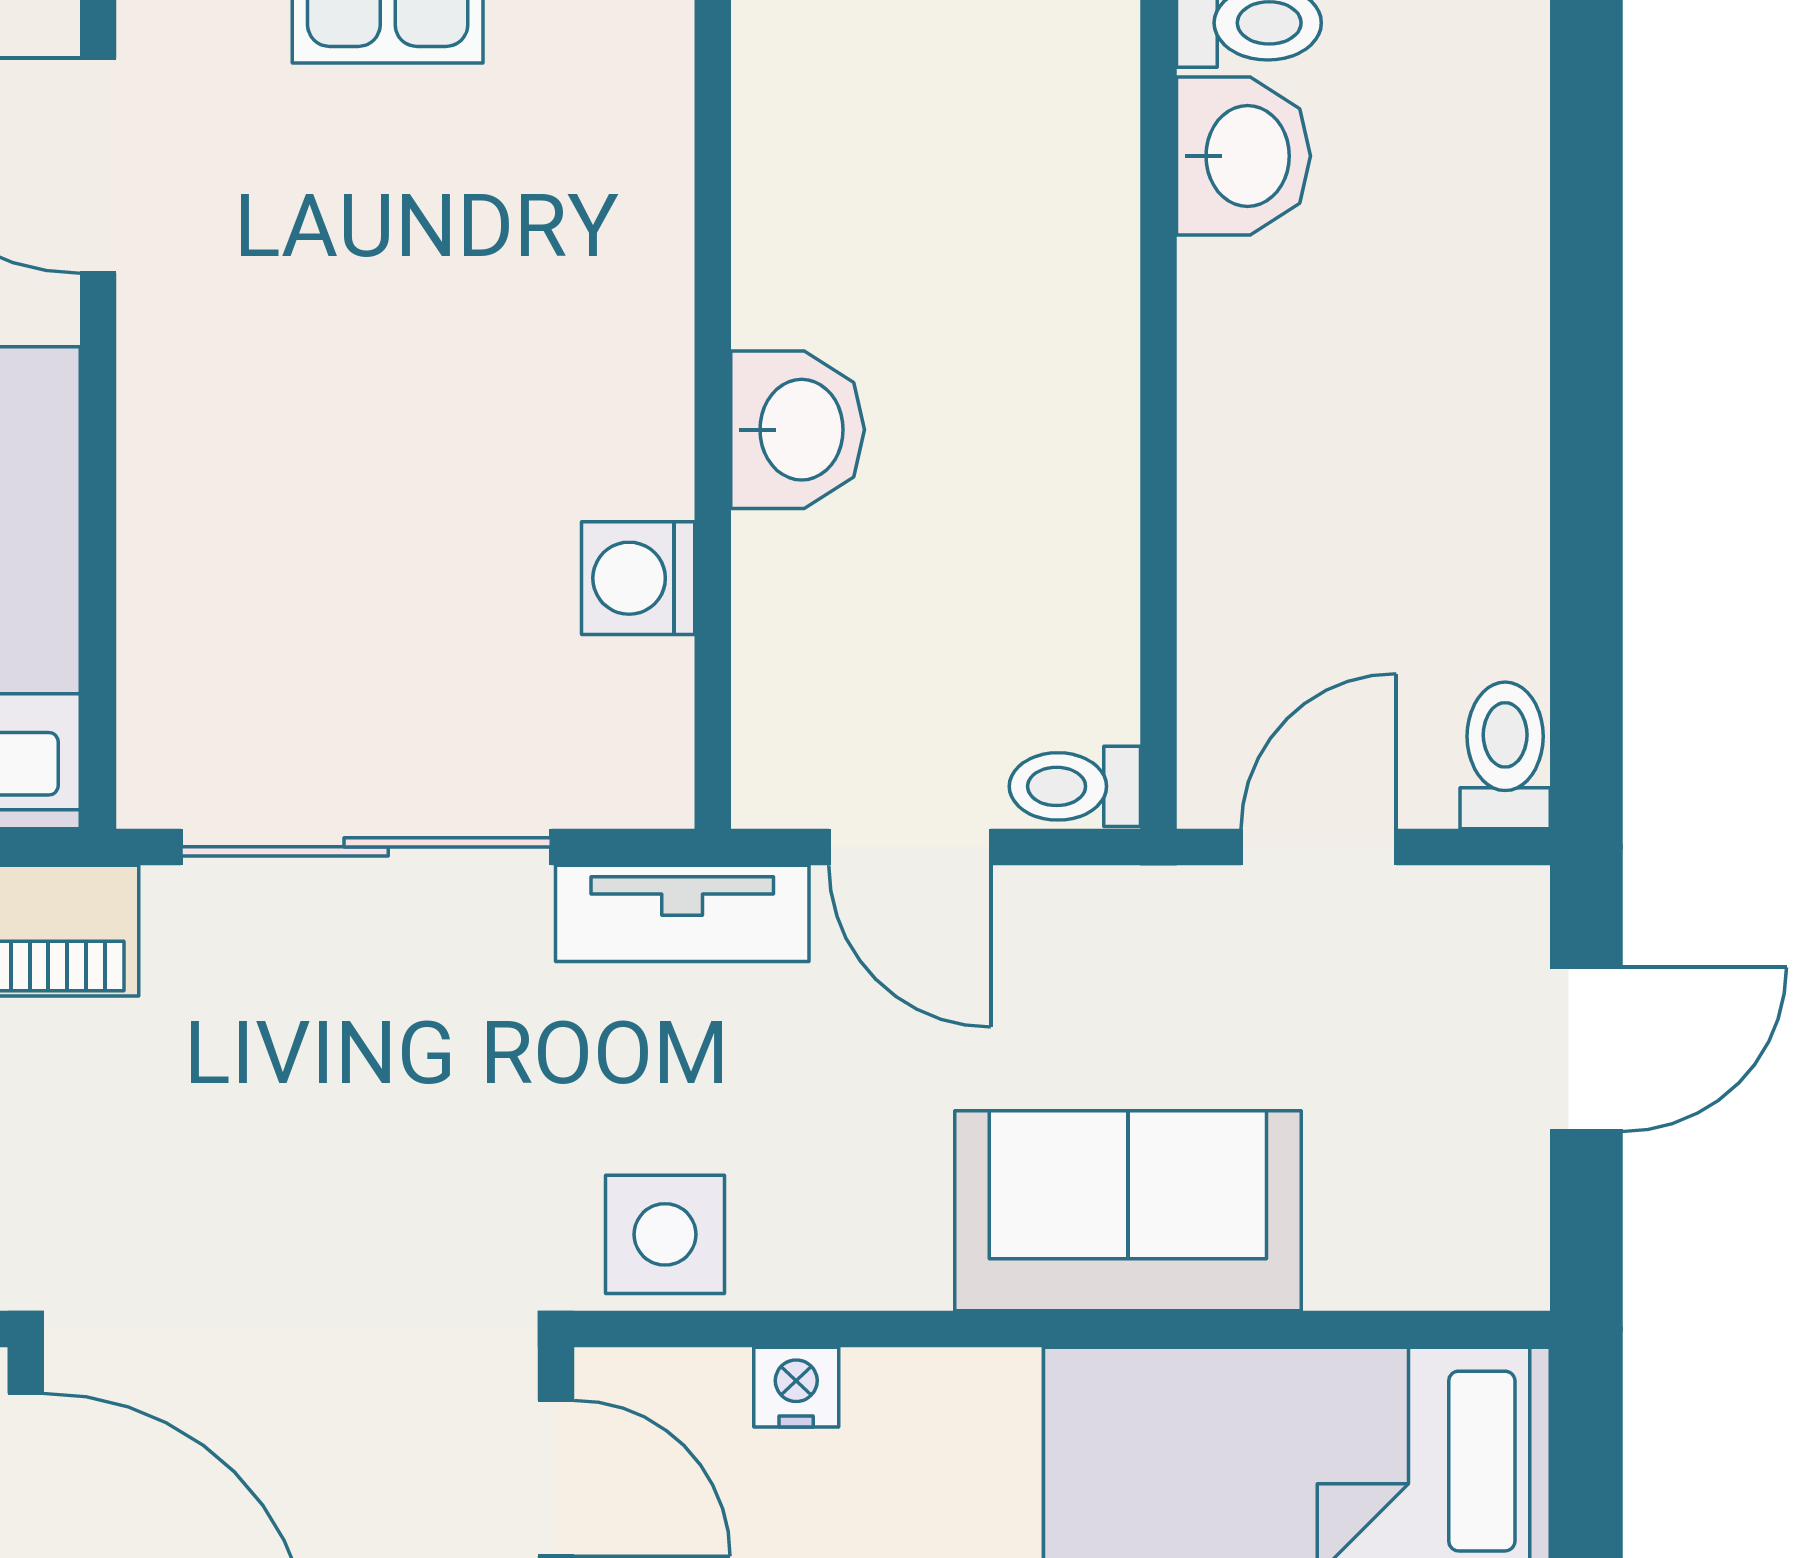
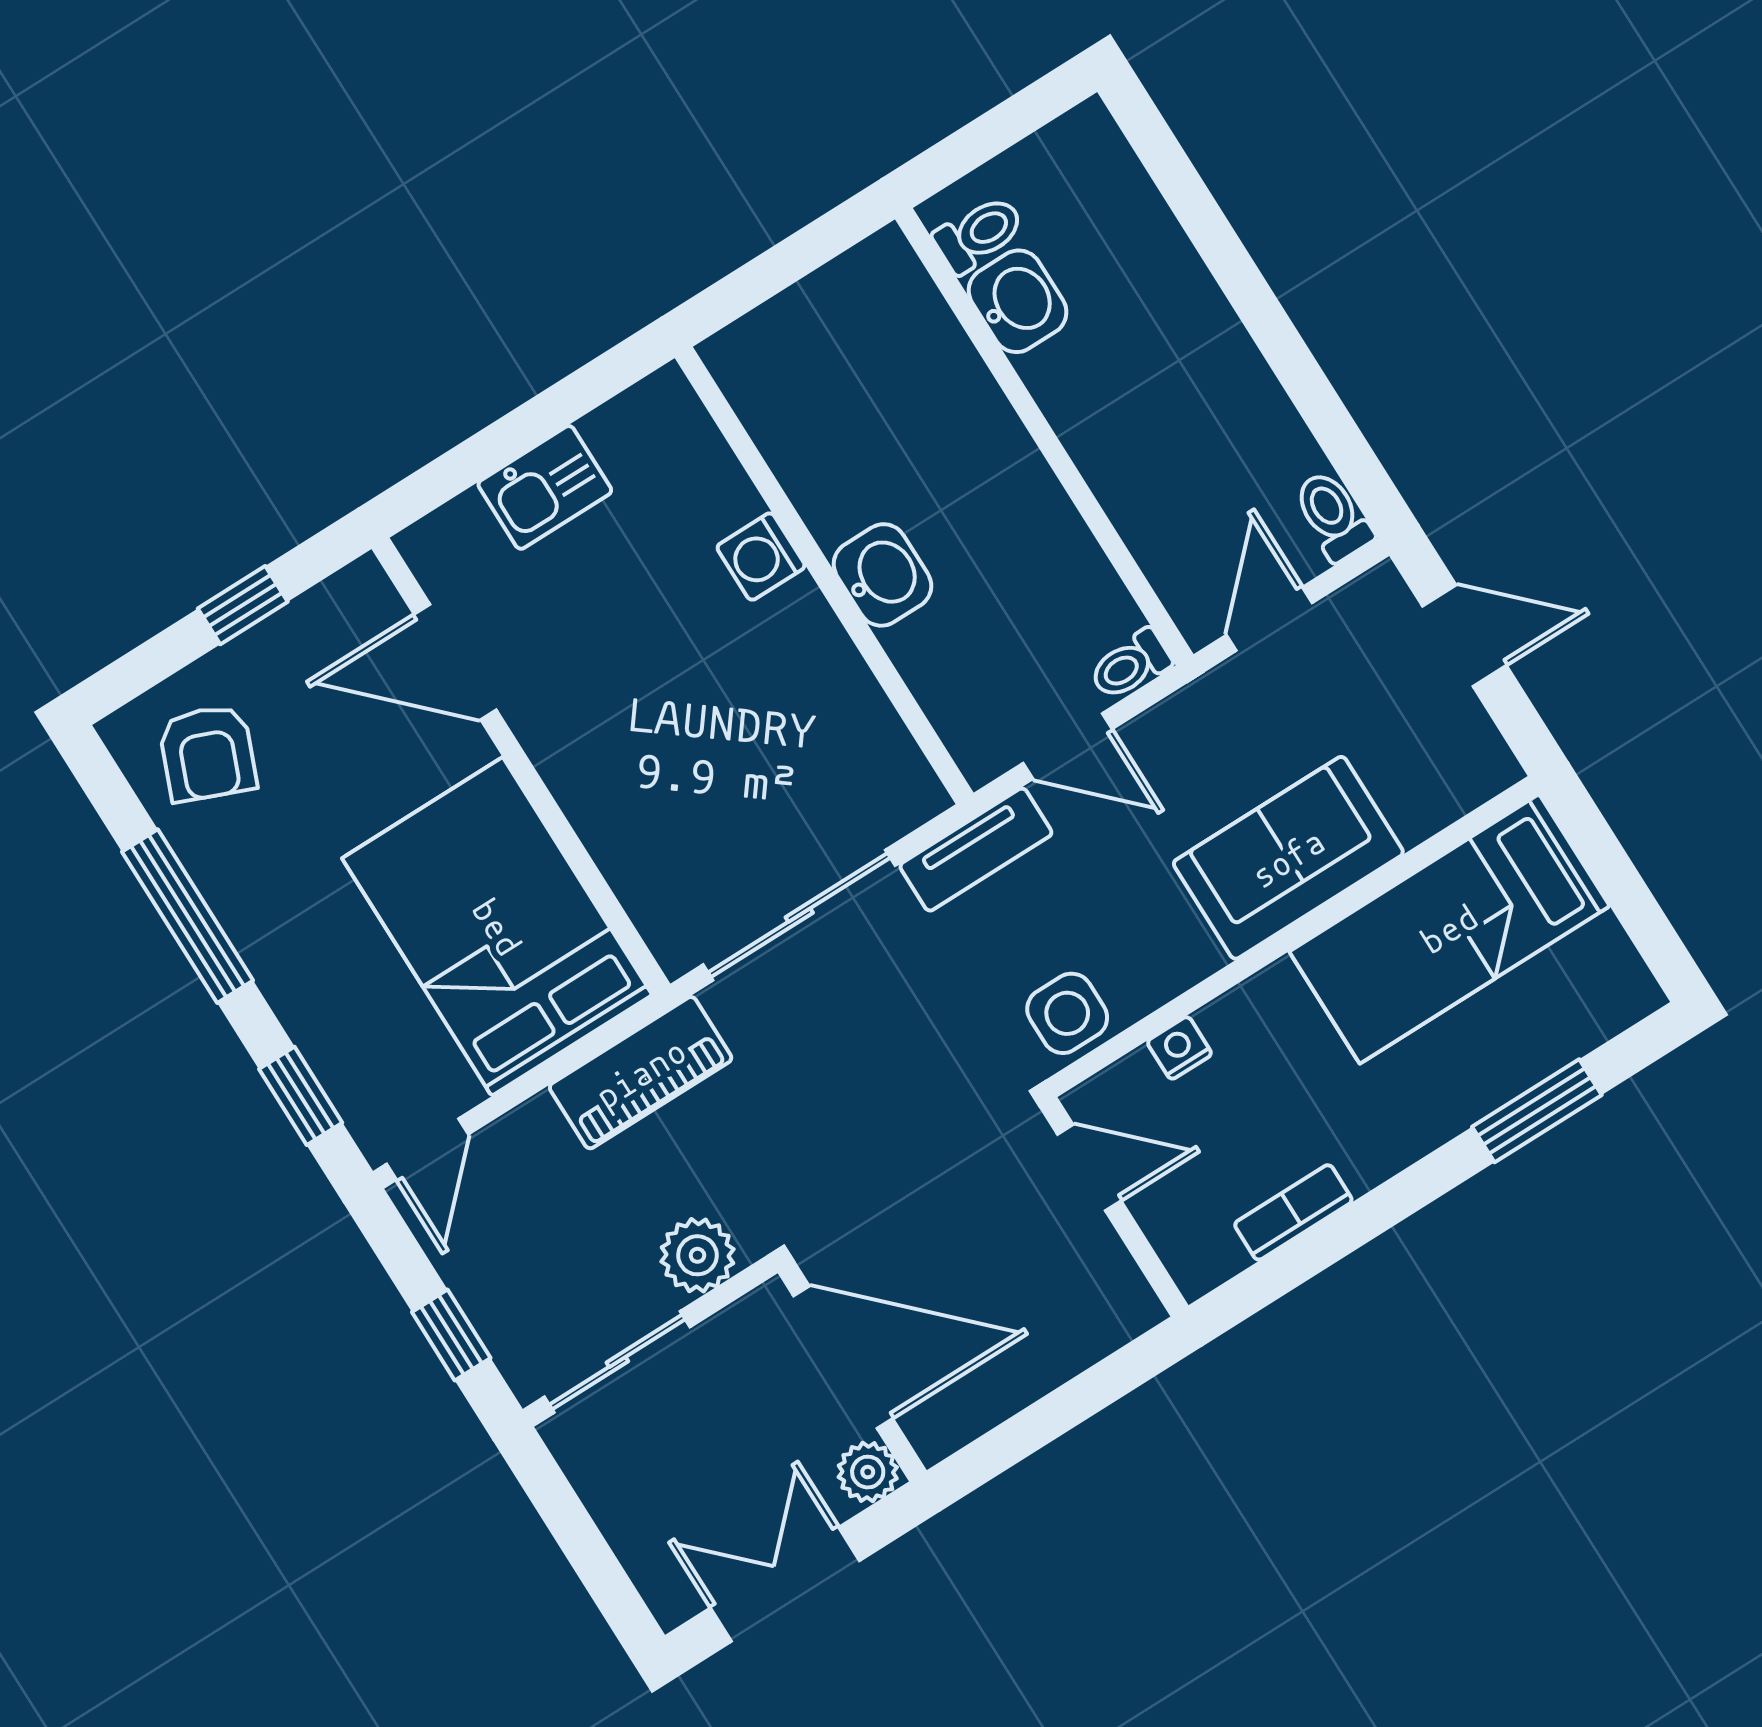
washing machine: (638, 578) -> (761, 557), moved
door: (1586, 1049) -> (1464, 636), hinge flipped

